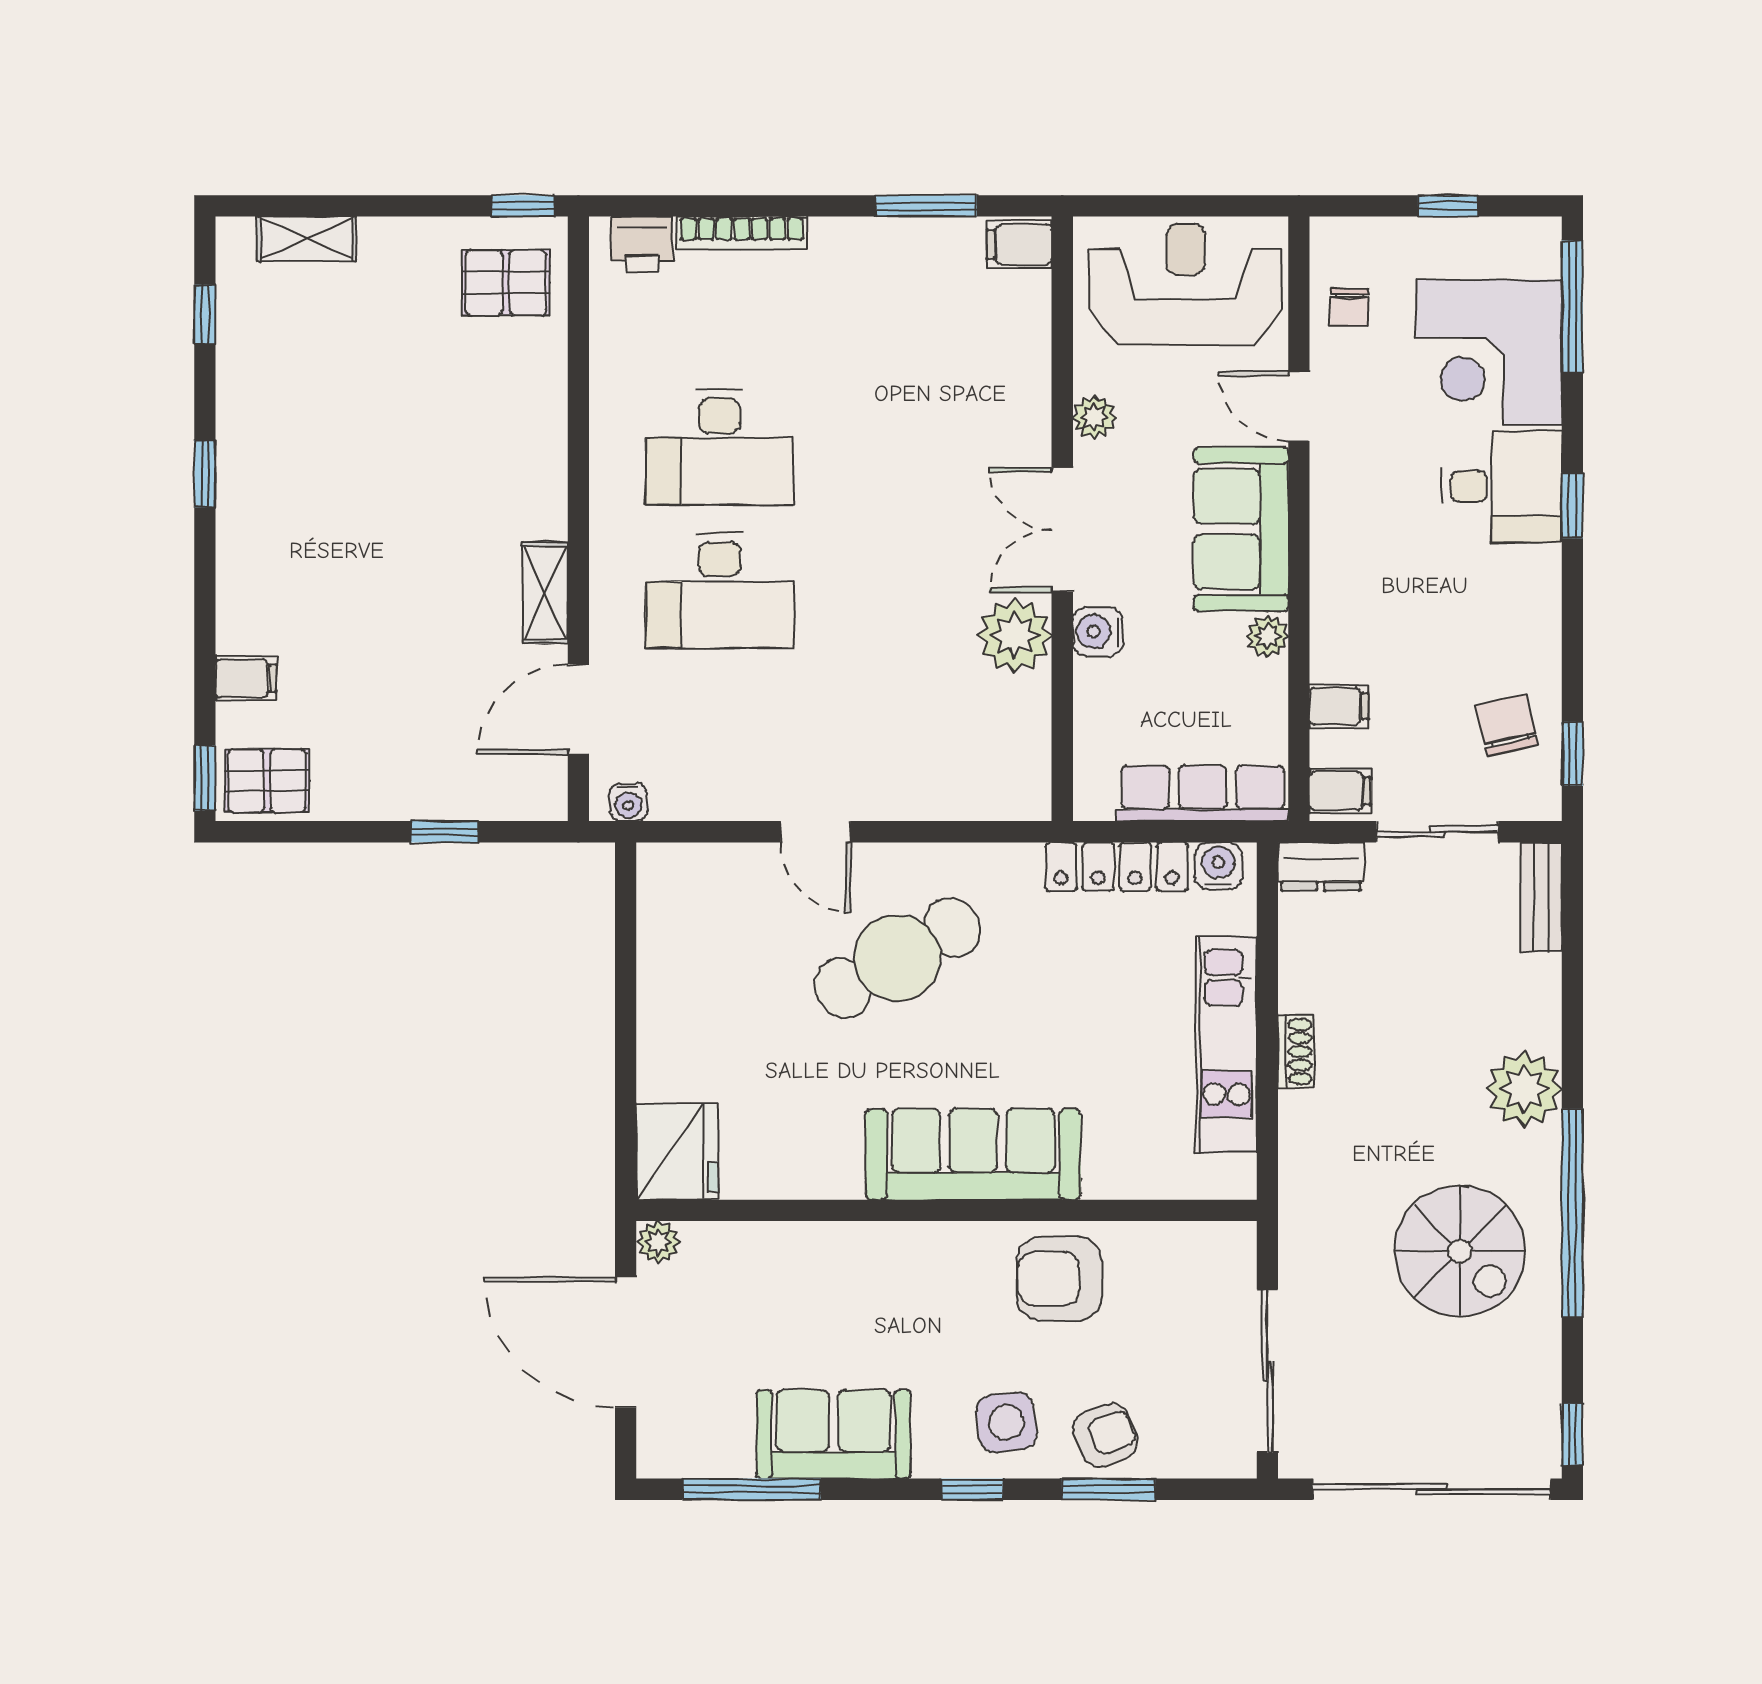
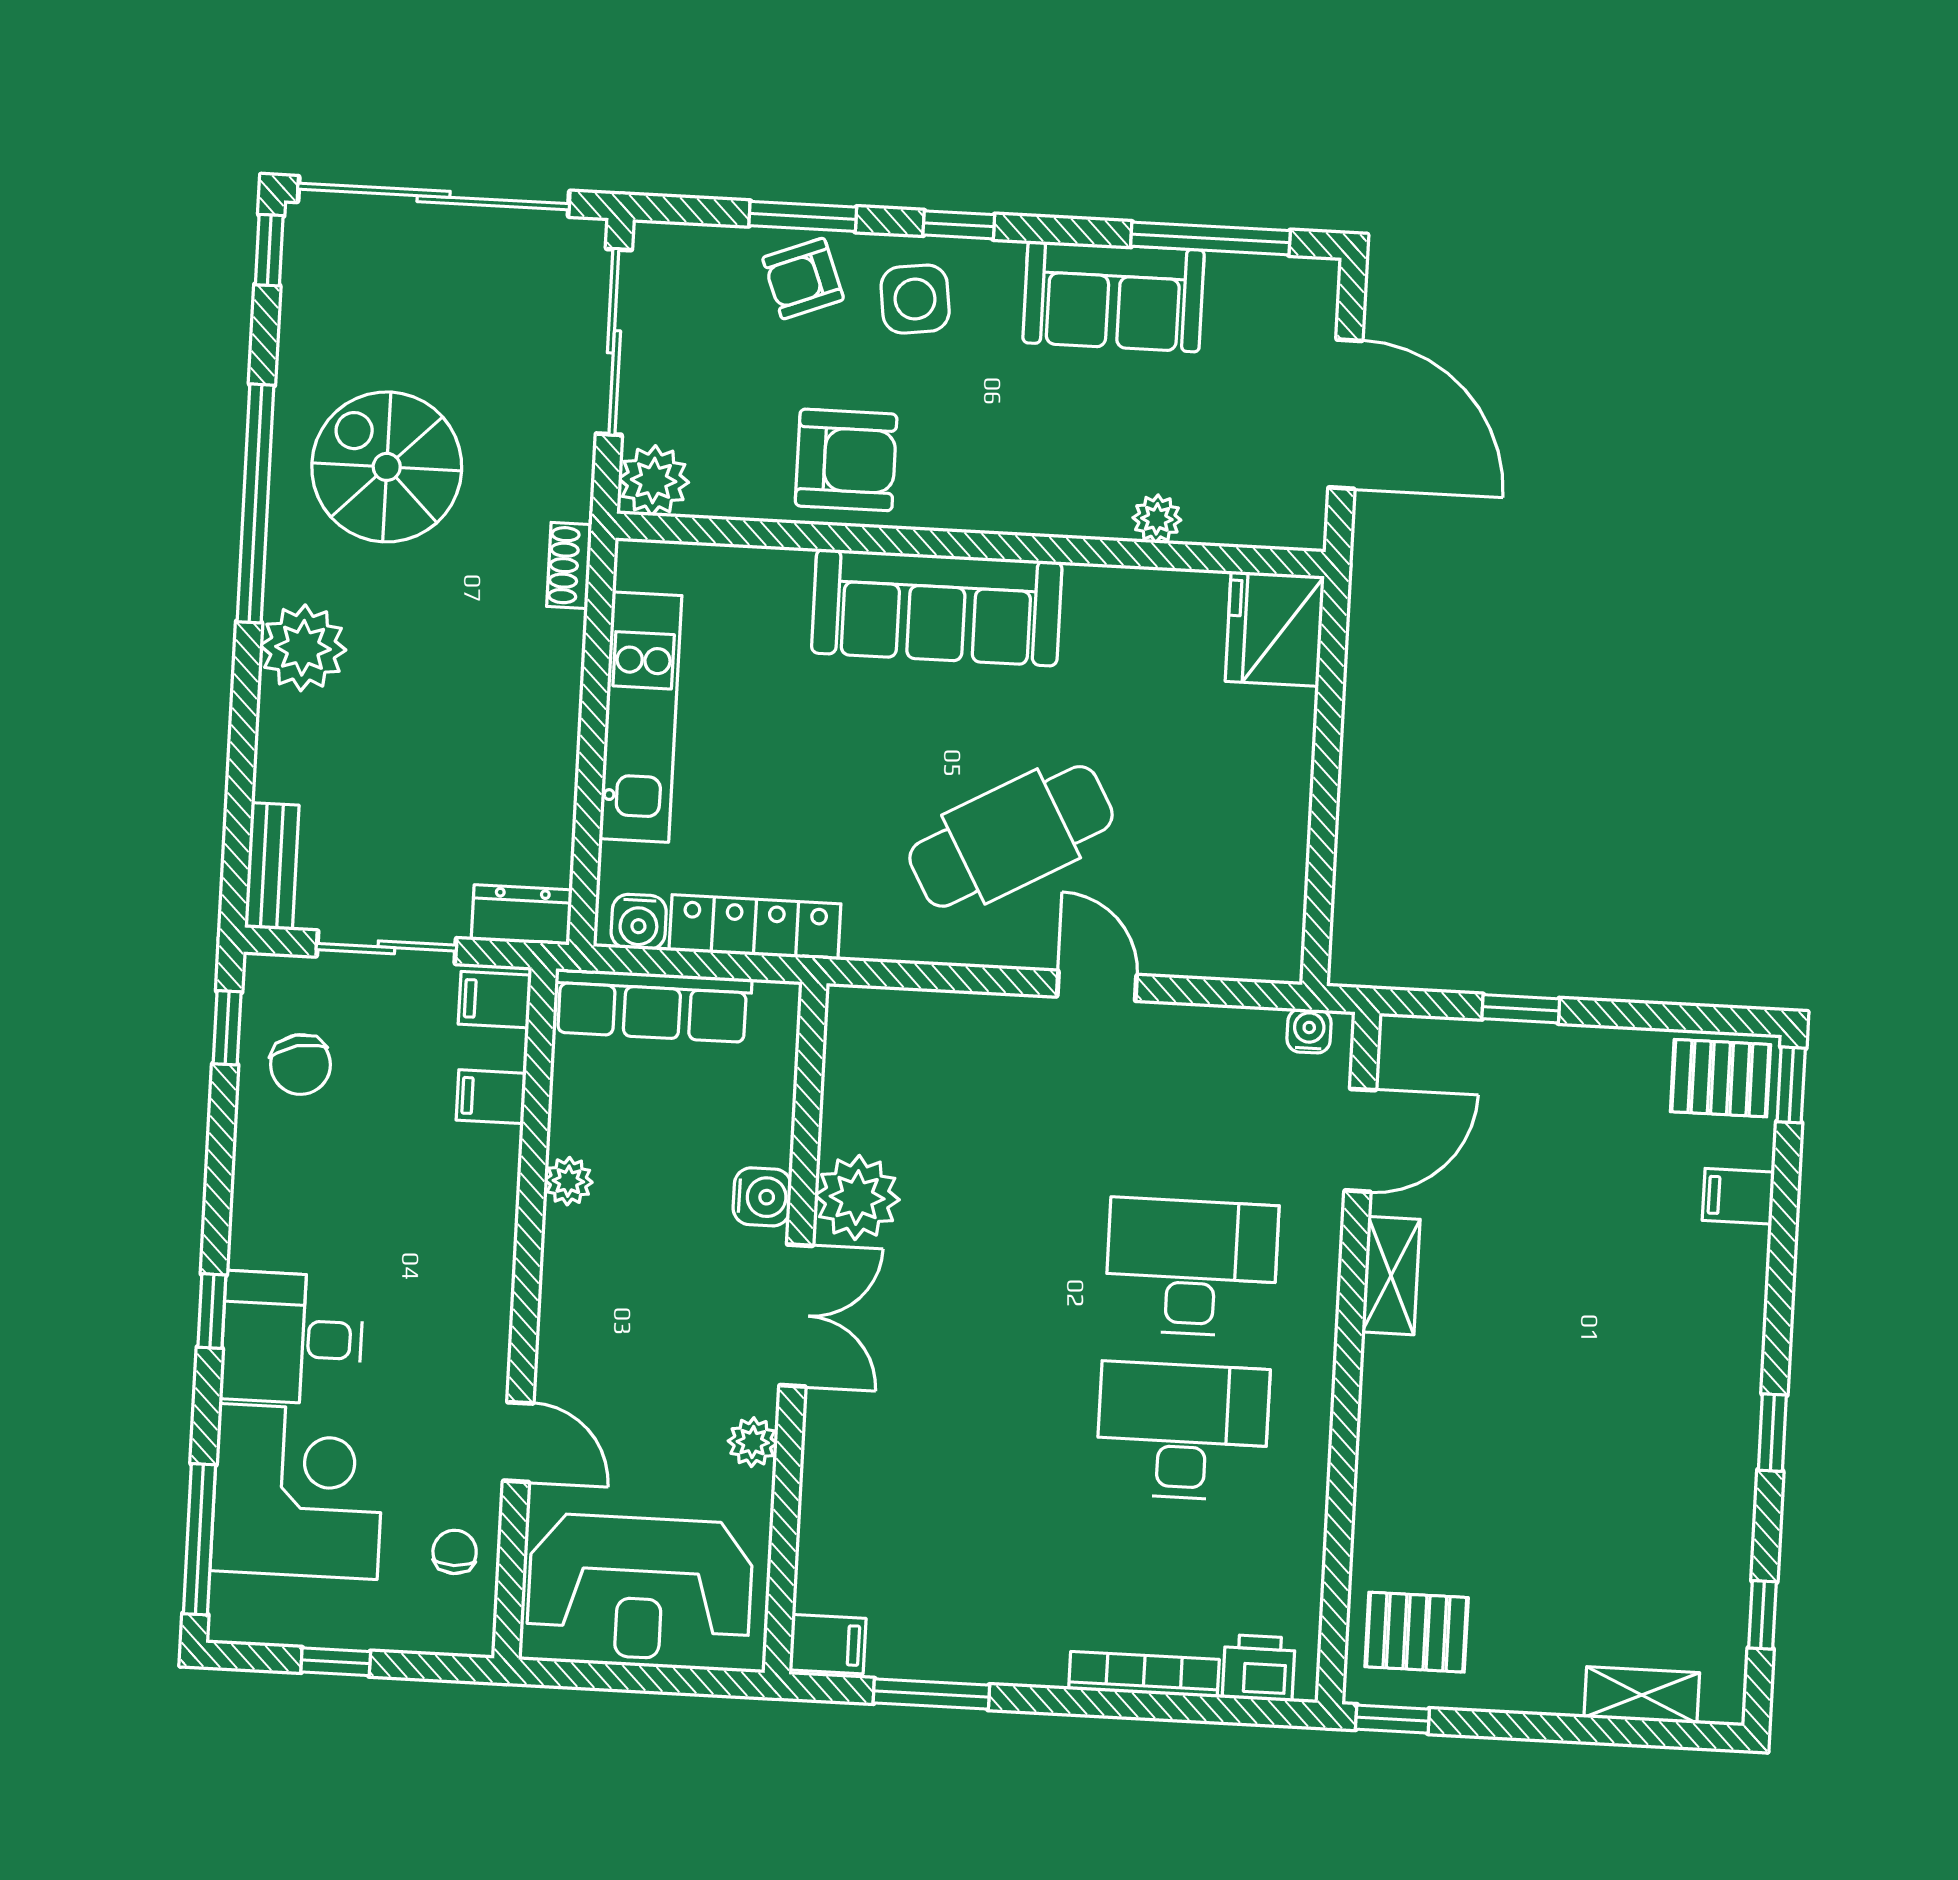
sofa: (1241, 529) -> (592, 1305), removed
shoe rack: (1296, 1051) -> (569, 565), moved
plant: (658, 1242) -> (1157, 519), moved
plant: (1226, 1252) -> (654, 481), added

